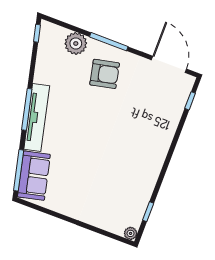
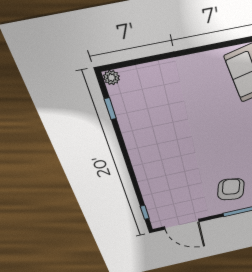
armchair: (105, 74) -> (231, 189), turned 113

